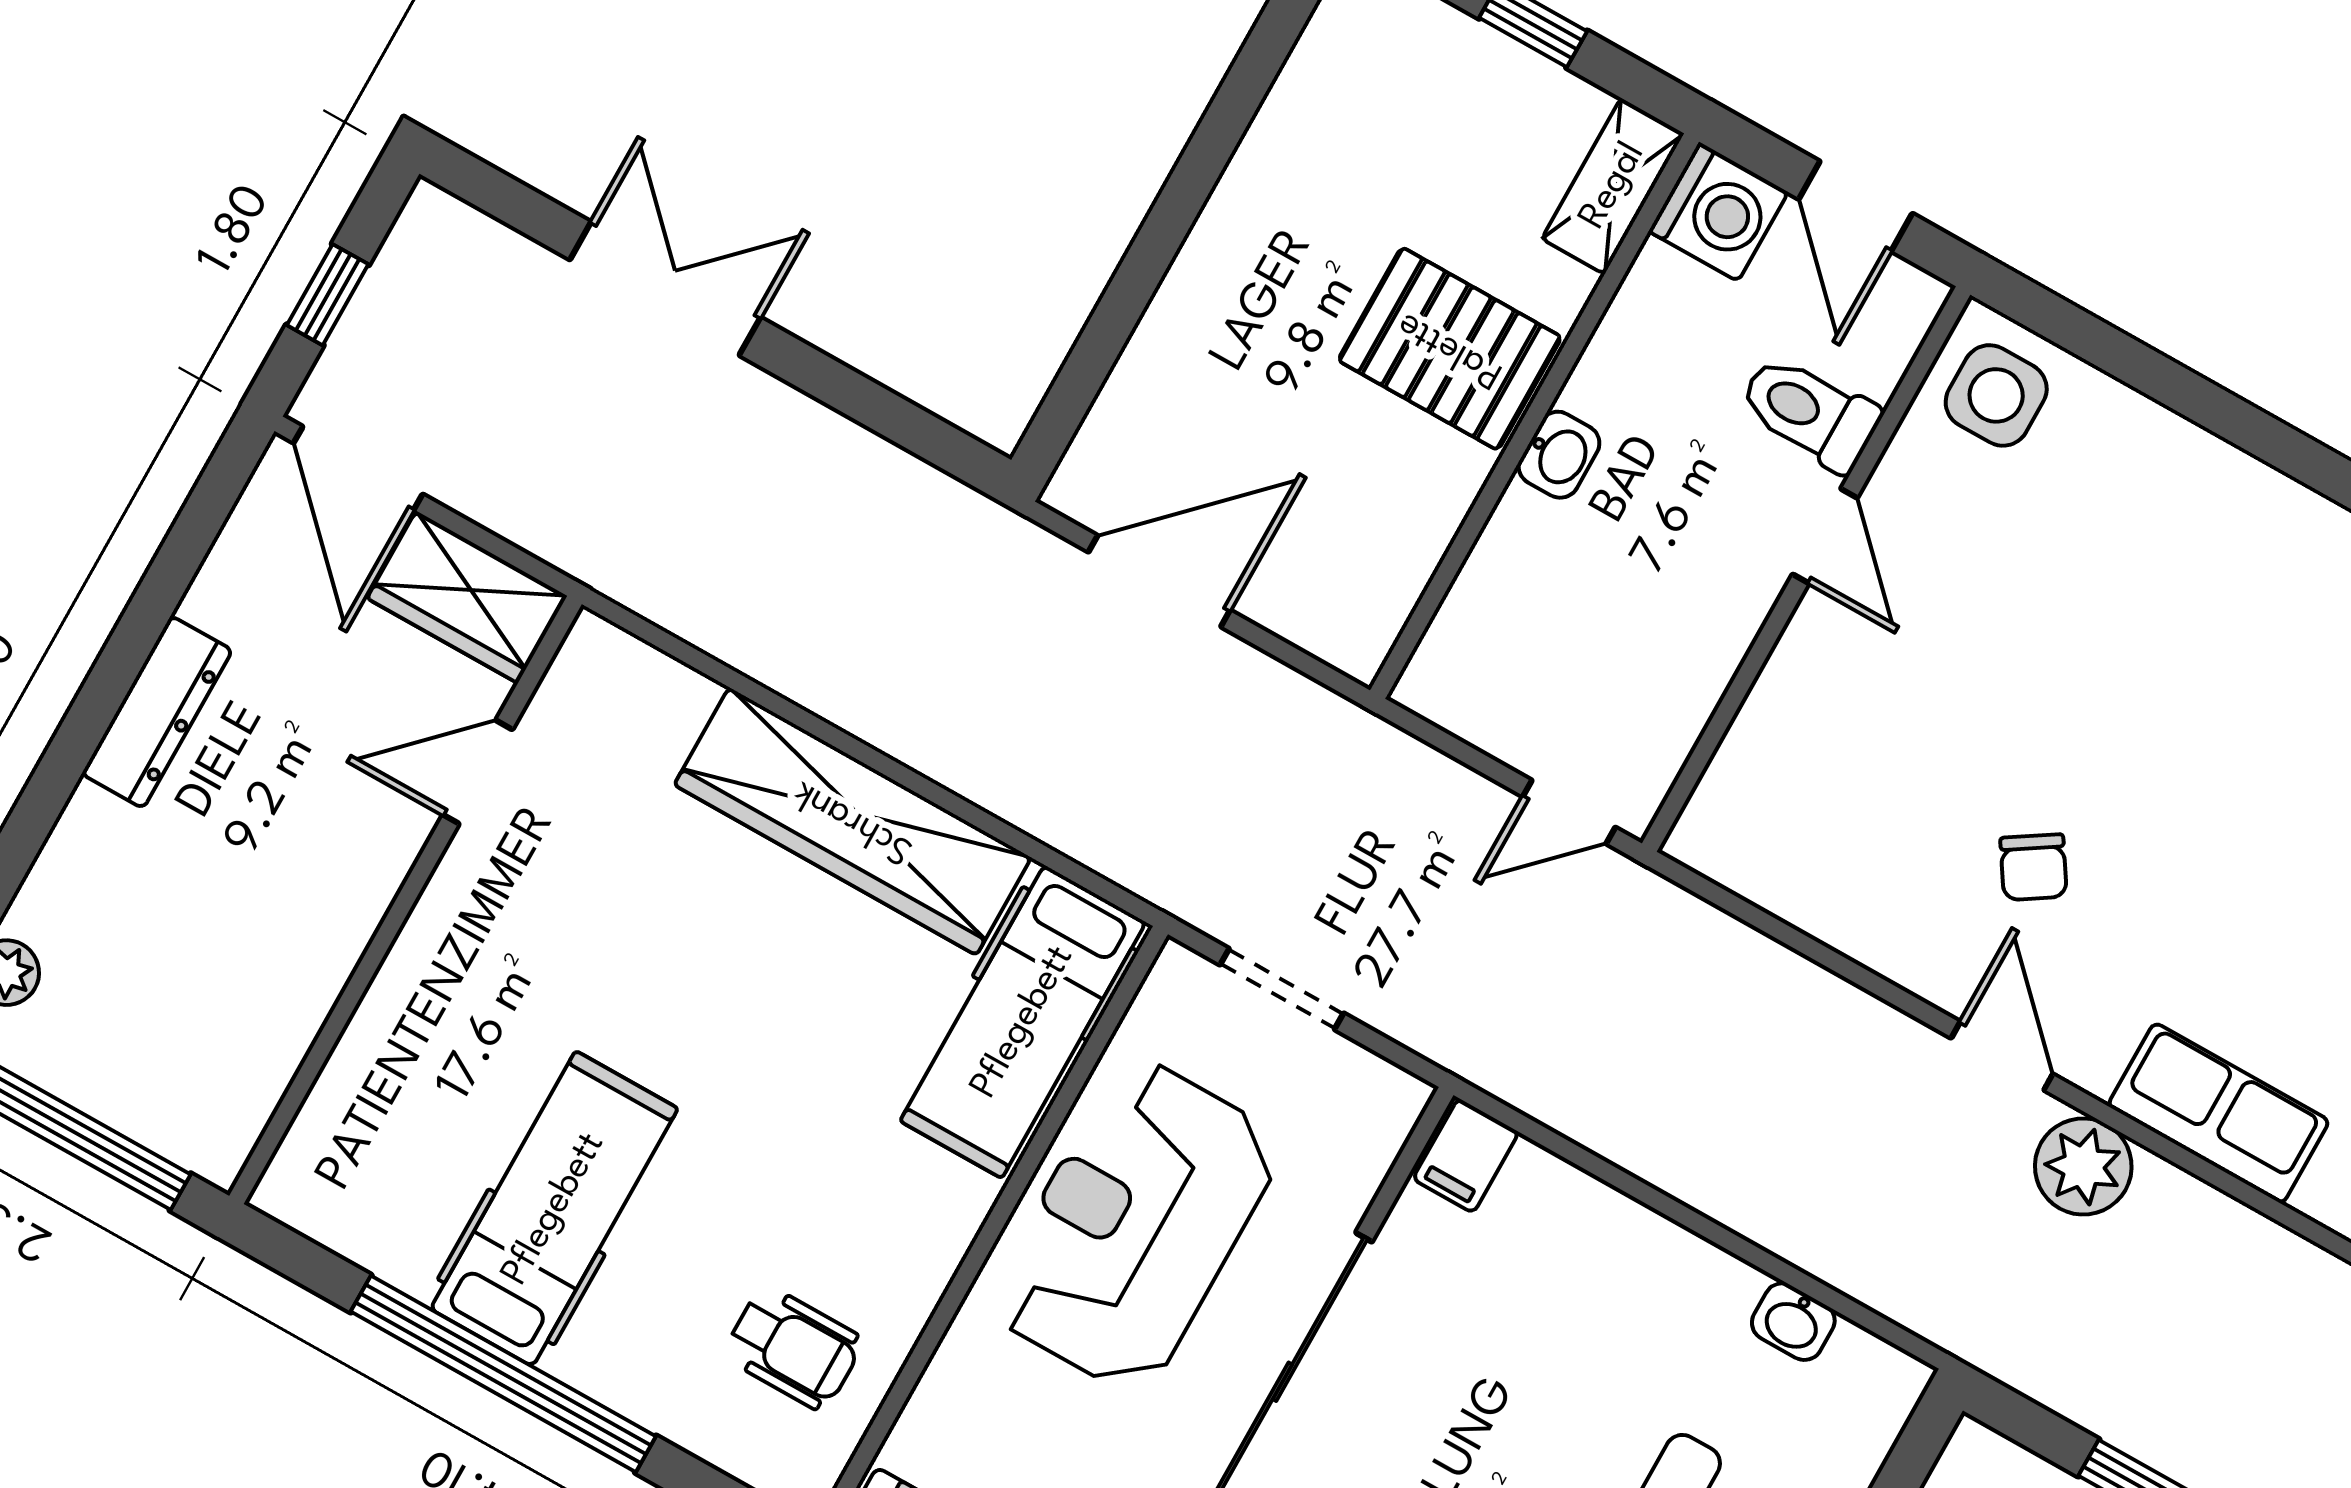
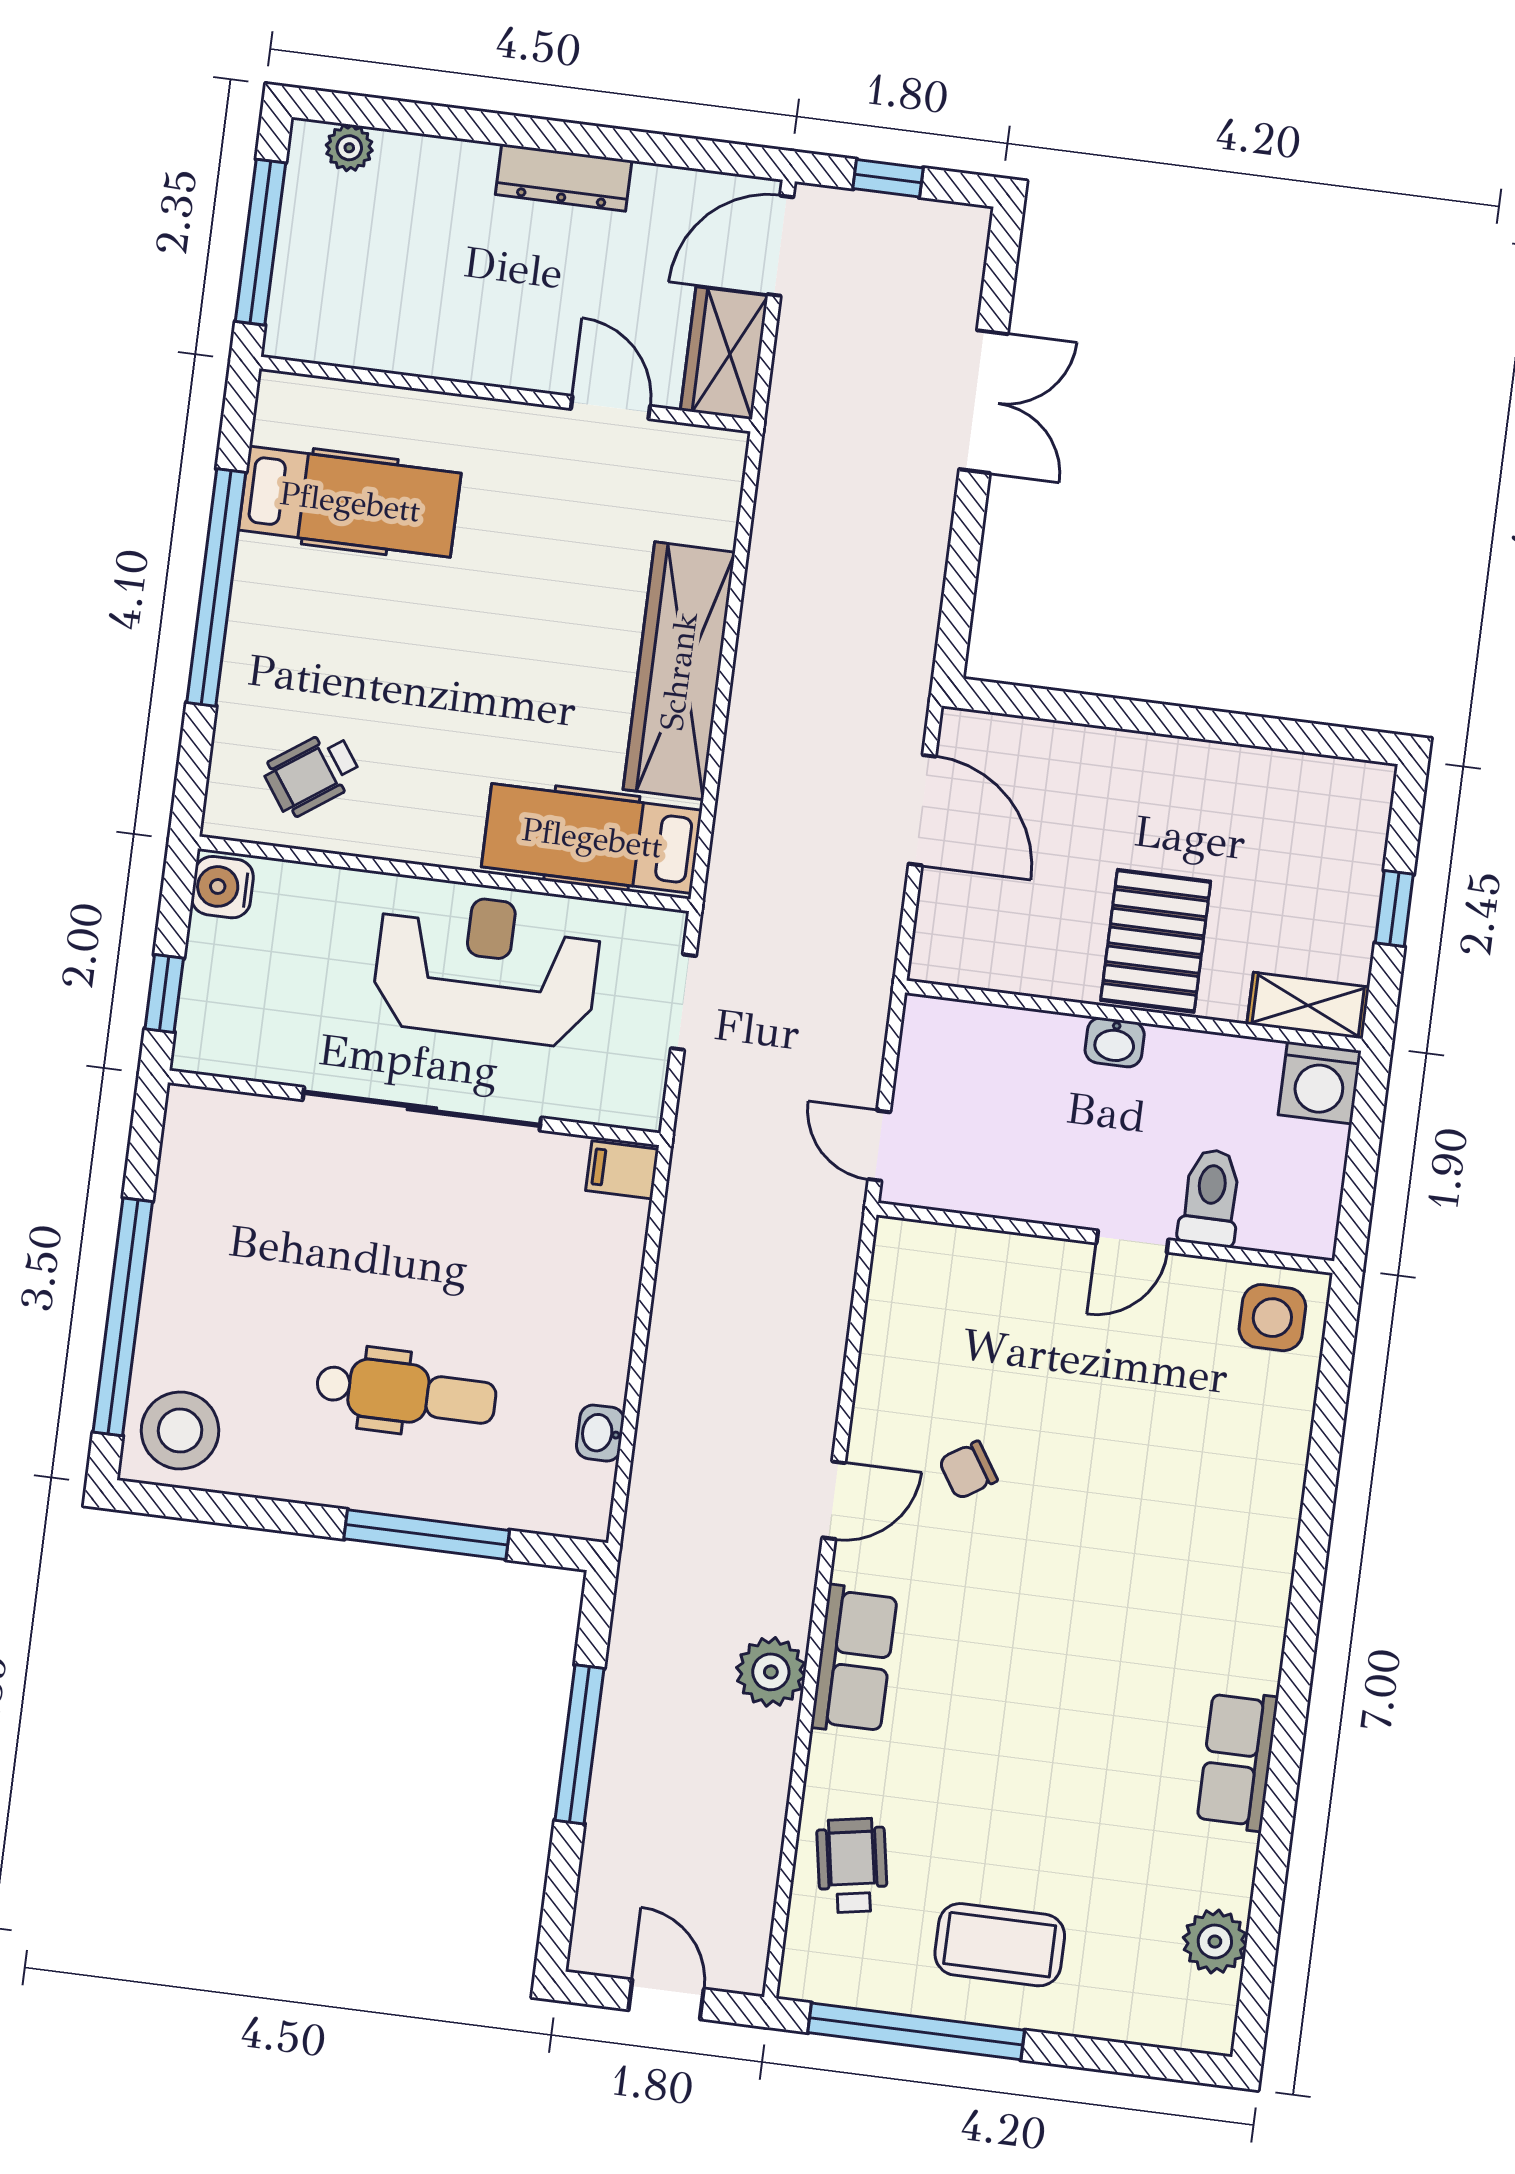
door: (1855, 206) -> (1360, 1173), removed
plant: (2083, 1166) -> (771, 1672), moved
hospital bed: (554, 1209) -> (350, 502), moved
wheelchair: (793, 1348) -> (312, 774), turned 55

